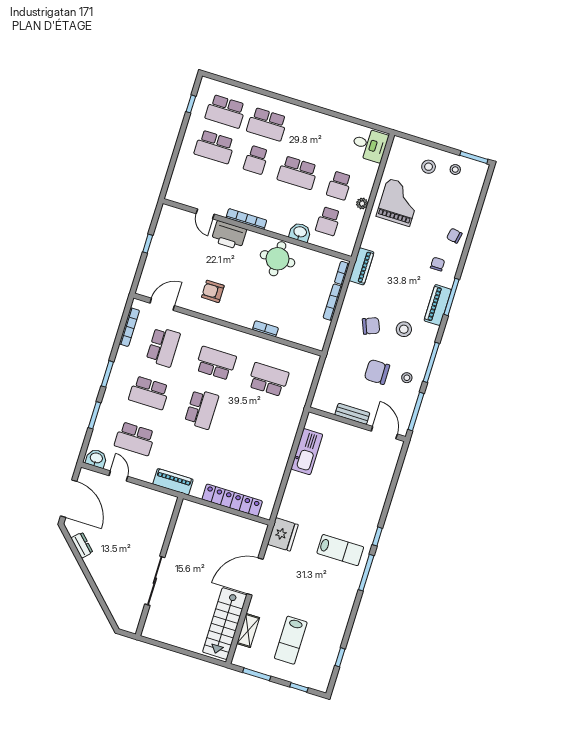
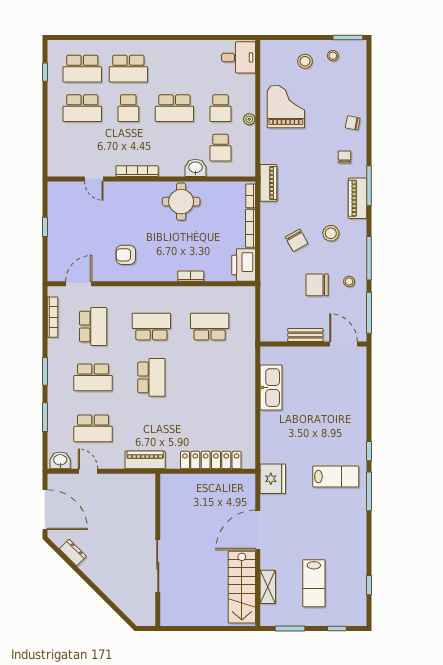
printer: (229, 235) -> (244, 265), moved, turned 90
chair: (371, 326) -> (297, 240), turned 83

